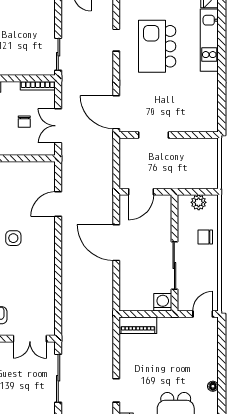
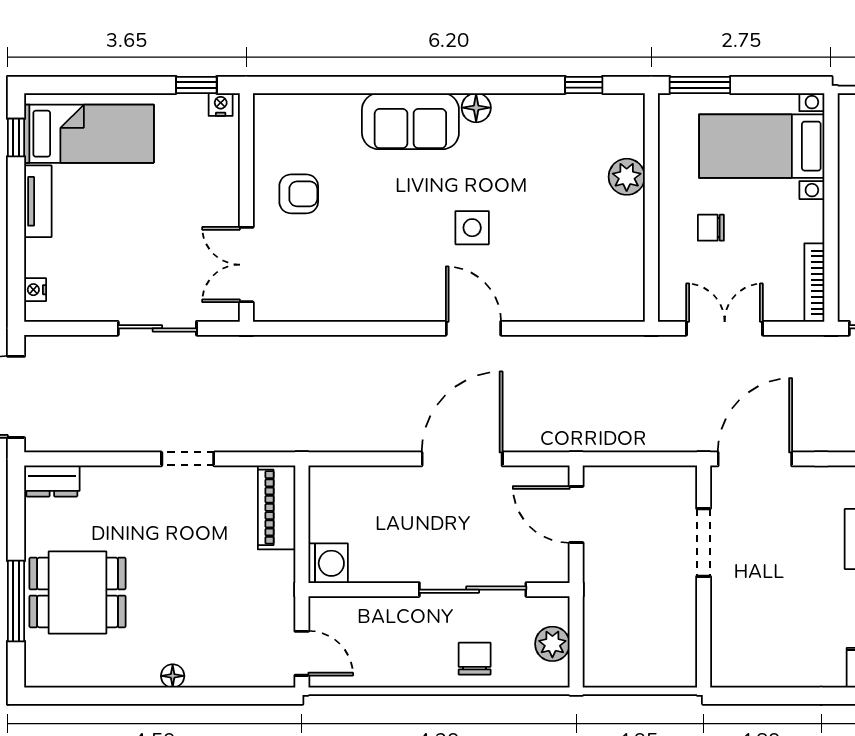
chair: (24, 122) -> (711, 228), moved
door: (58, 204) -> (473, 328), moved
sliding door: (174, 266) -> (473, 590), moved
sliding door: (58, 378) -> (157, 328), width x0.73
floor lamp: (213, 386) -> (173, 676), moved
doorway: (116, 390) -> (188, 459), moved

